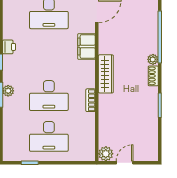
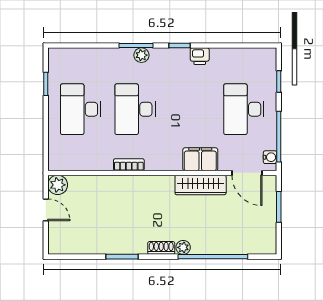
wardrobe: (106, 74) -> (201, 185), moved

